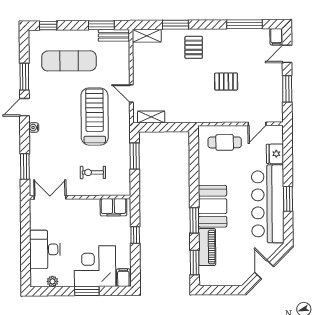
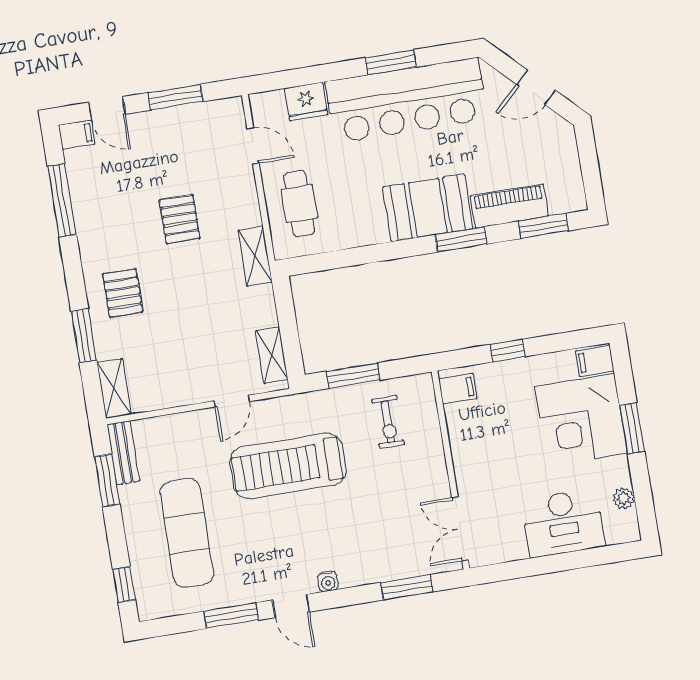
pallet: (194, 47) -> (123, 293), turned 90
shelving: (202, 116) -> (255, 256), added
exercise bike: (93, 172) -> (388, 422), moved
filing cabinet: (113, 207) -> (458, 389), width x0.50

